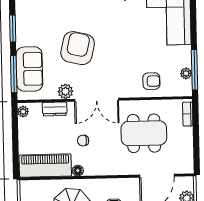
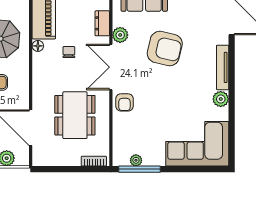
armchair: (151, 81) -> (124, 102), moved

